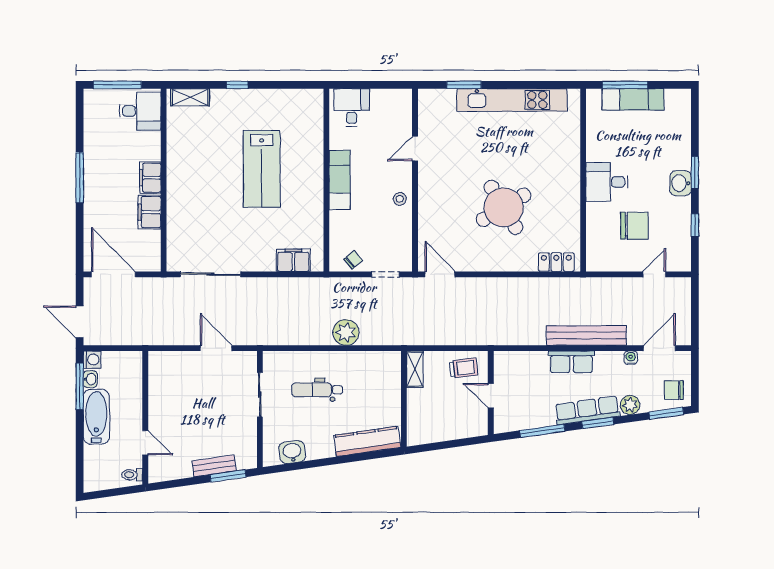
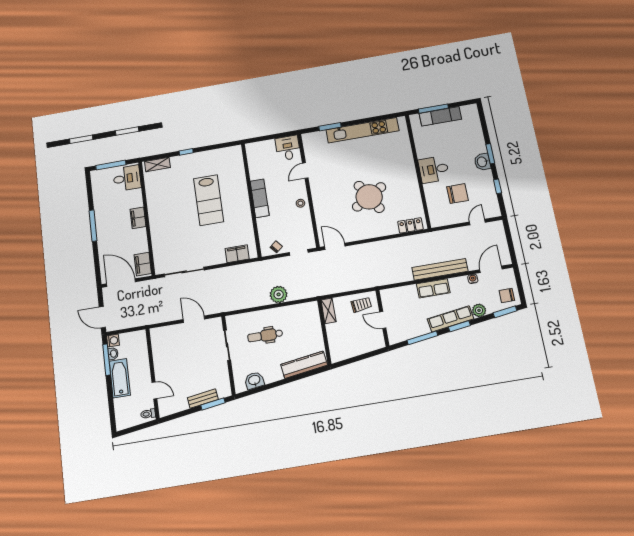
desk: (352, 108) -> (288, 148), moved
filing cabinet: (150, 212) -> (143, 264), moved

